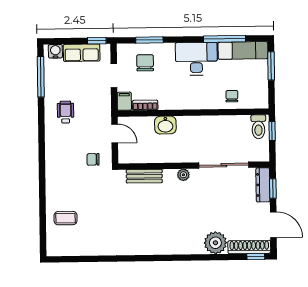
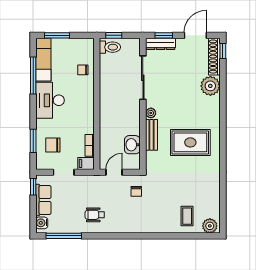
washbasin: (165, 125) -> (132, 145), moved, turned 180
bench: (144, 176) -> (151, 135), moved
rug: (150, 221) -> (190, 142), added
plant: (55, 244) -> (210, 226), added

